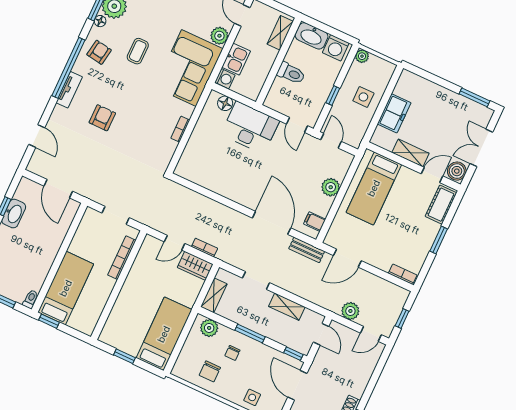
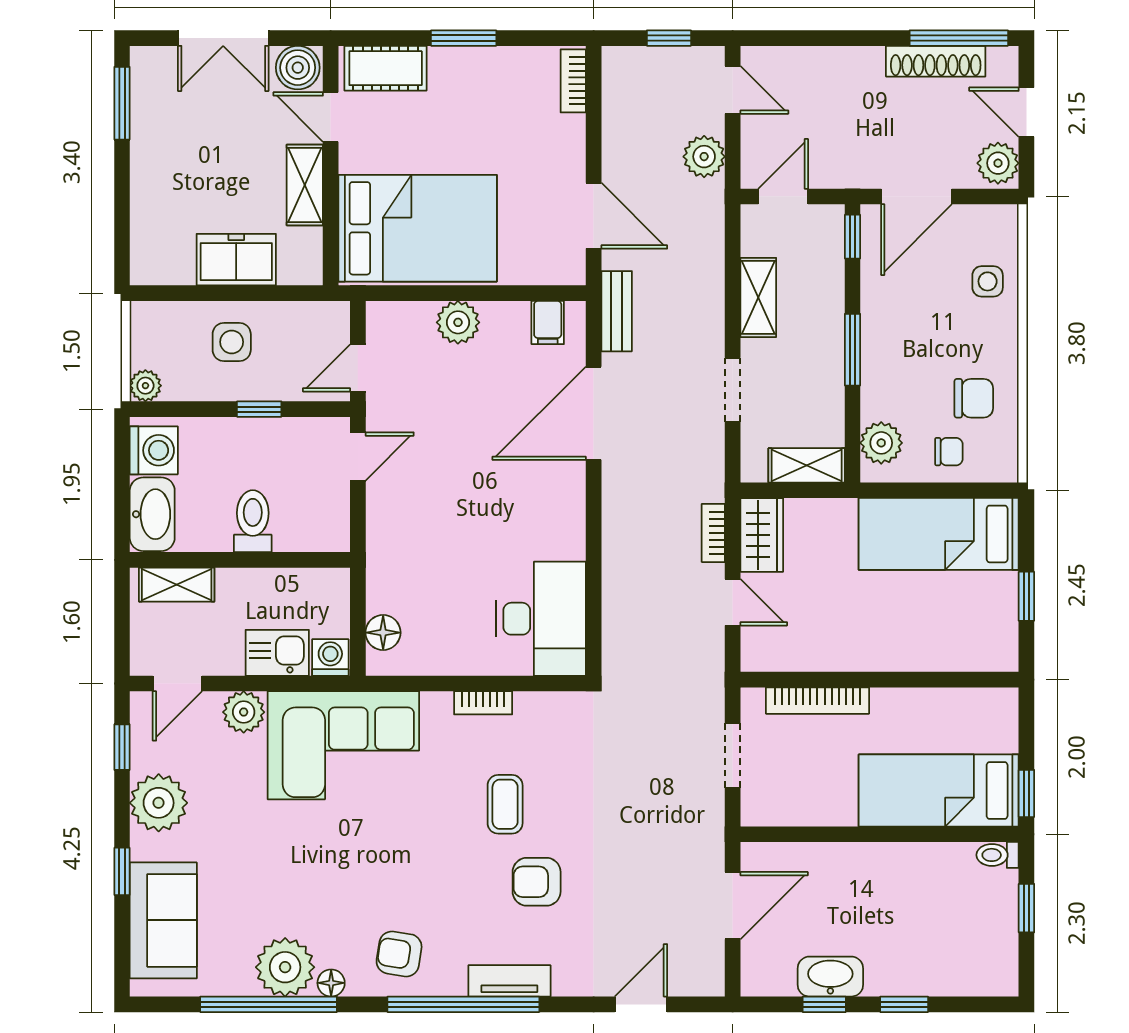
coffee table: (138, 51) -> (505, 804), moved, turned 90
desk: (250, 128) -> (541, 619), moved, turned 180
bed: (374, 188) -> (418, 228), width x1.50
chair: (232, 353) -> (949, 452), moved

